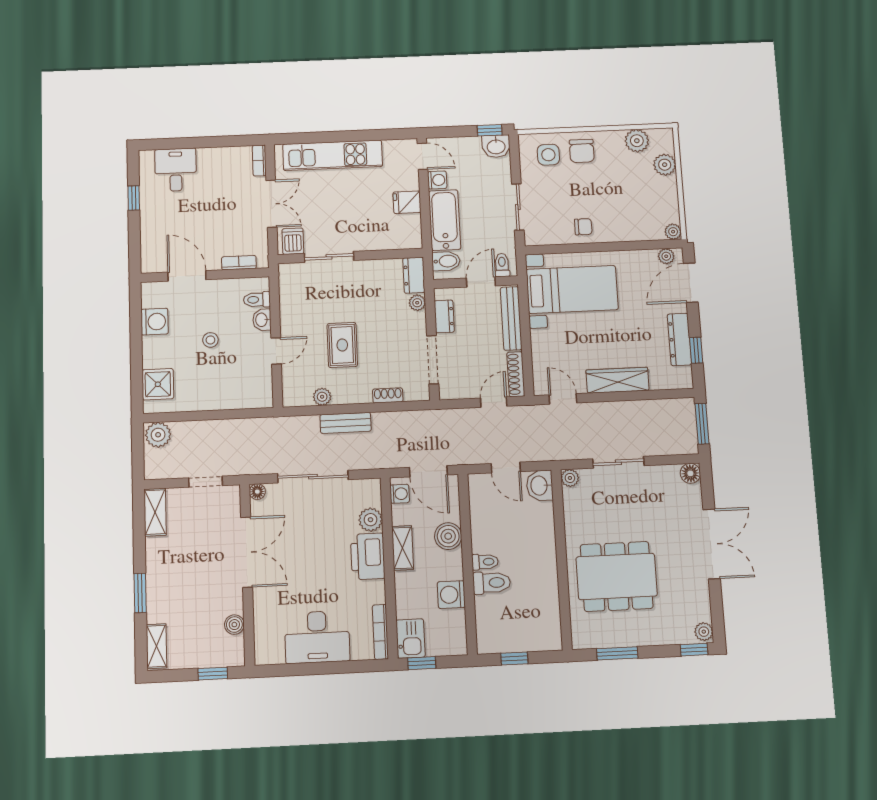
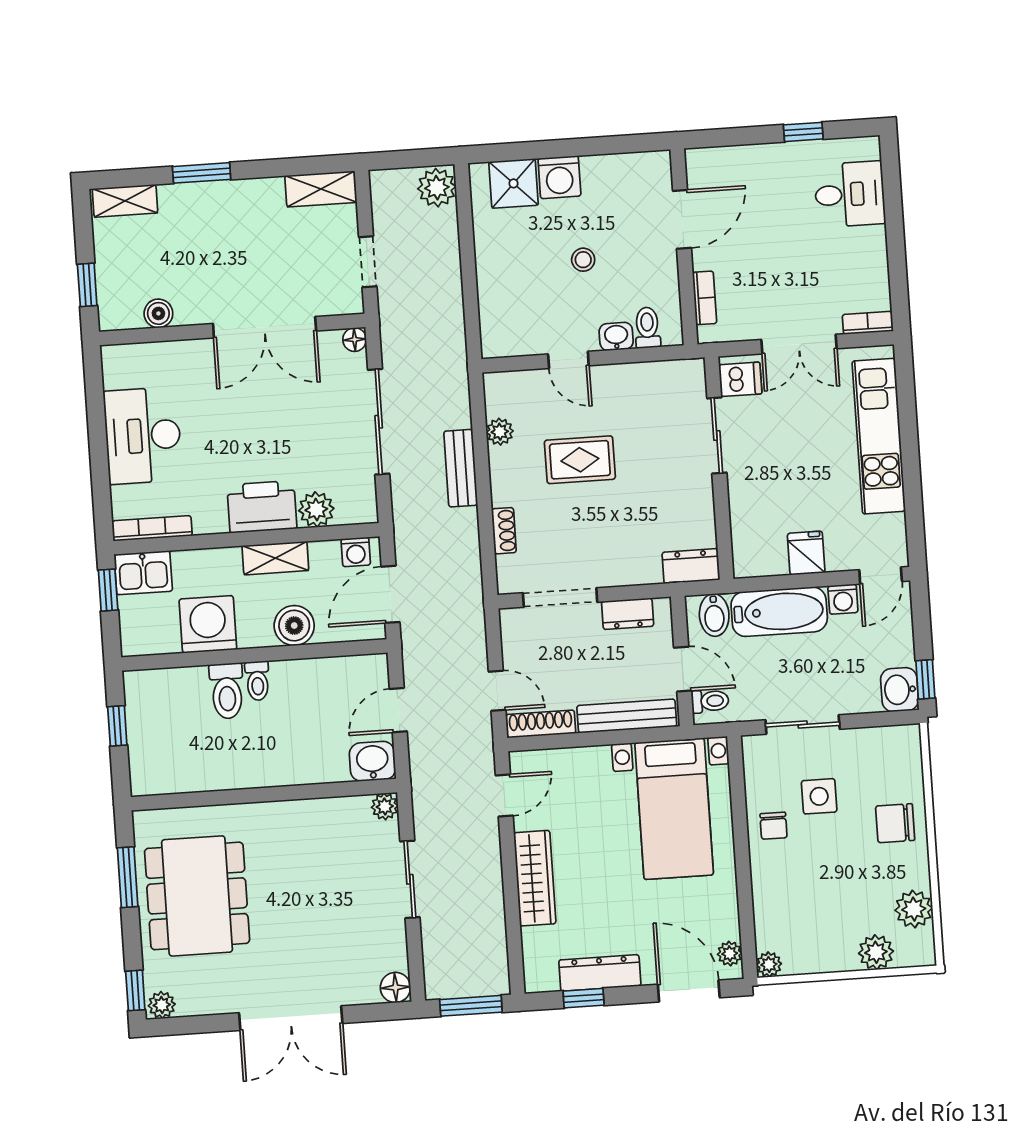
side table: (548, 155) -> (819, 796), moved
plant: (417, 303) -> (648, 572), removed
washing machine: (155, 322) -> (559, 177), moved
dining table: (617, 576) -> (197, 896), moved
washing machine: (451, 595) -> (208, 624), width x1.37, depth x1.37

